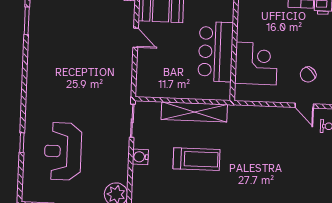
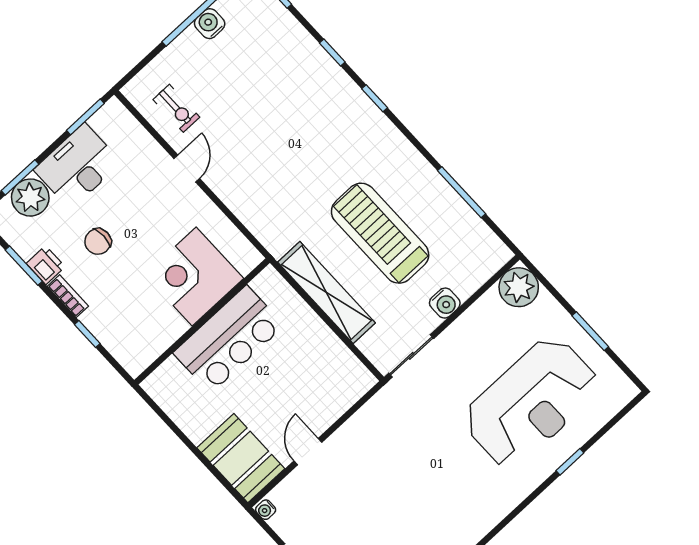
chair: (308, 74) -> (98, 241), moved, turned 133
reception desk: (63, 151) -> (531, 402), width x1.36, depth x1.30
treadmill: (197, 159) -> (380, 233), width x1.37, depth x1.38

